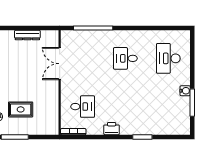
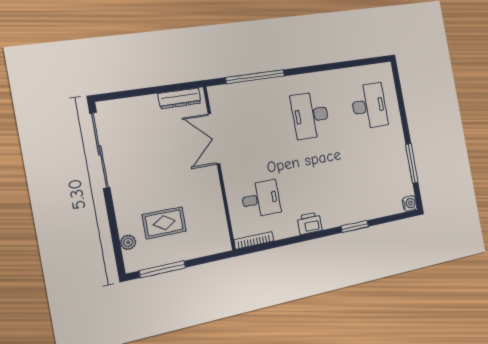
dresser: (27, 35) -> (180, 98), moved
desk: (125, 58) -> (310, 115), width x1.37
desk: (168, 58) -> (369, 106), turned 180
water cooler: (185, 91) -> (410, 203), moved

